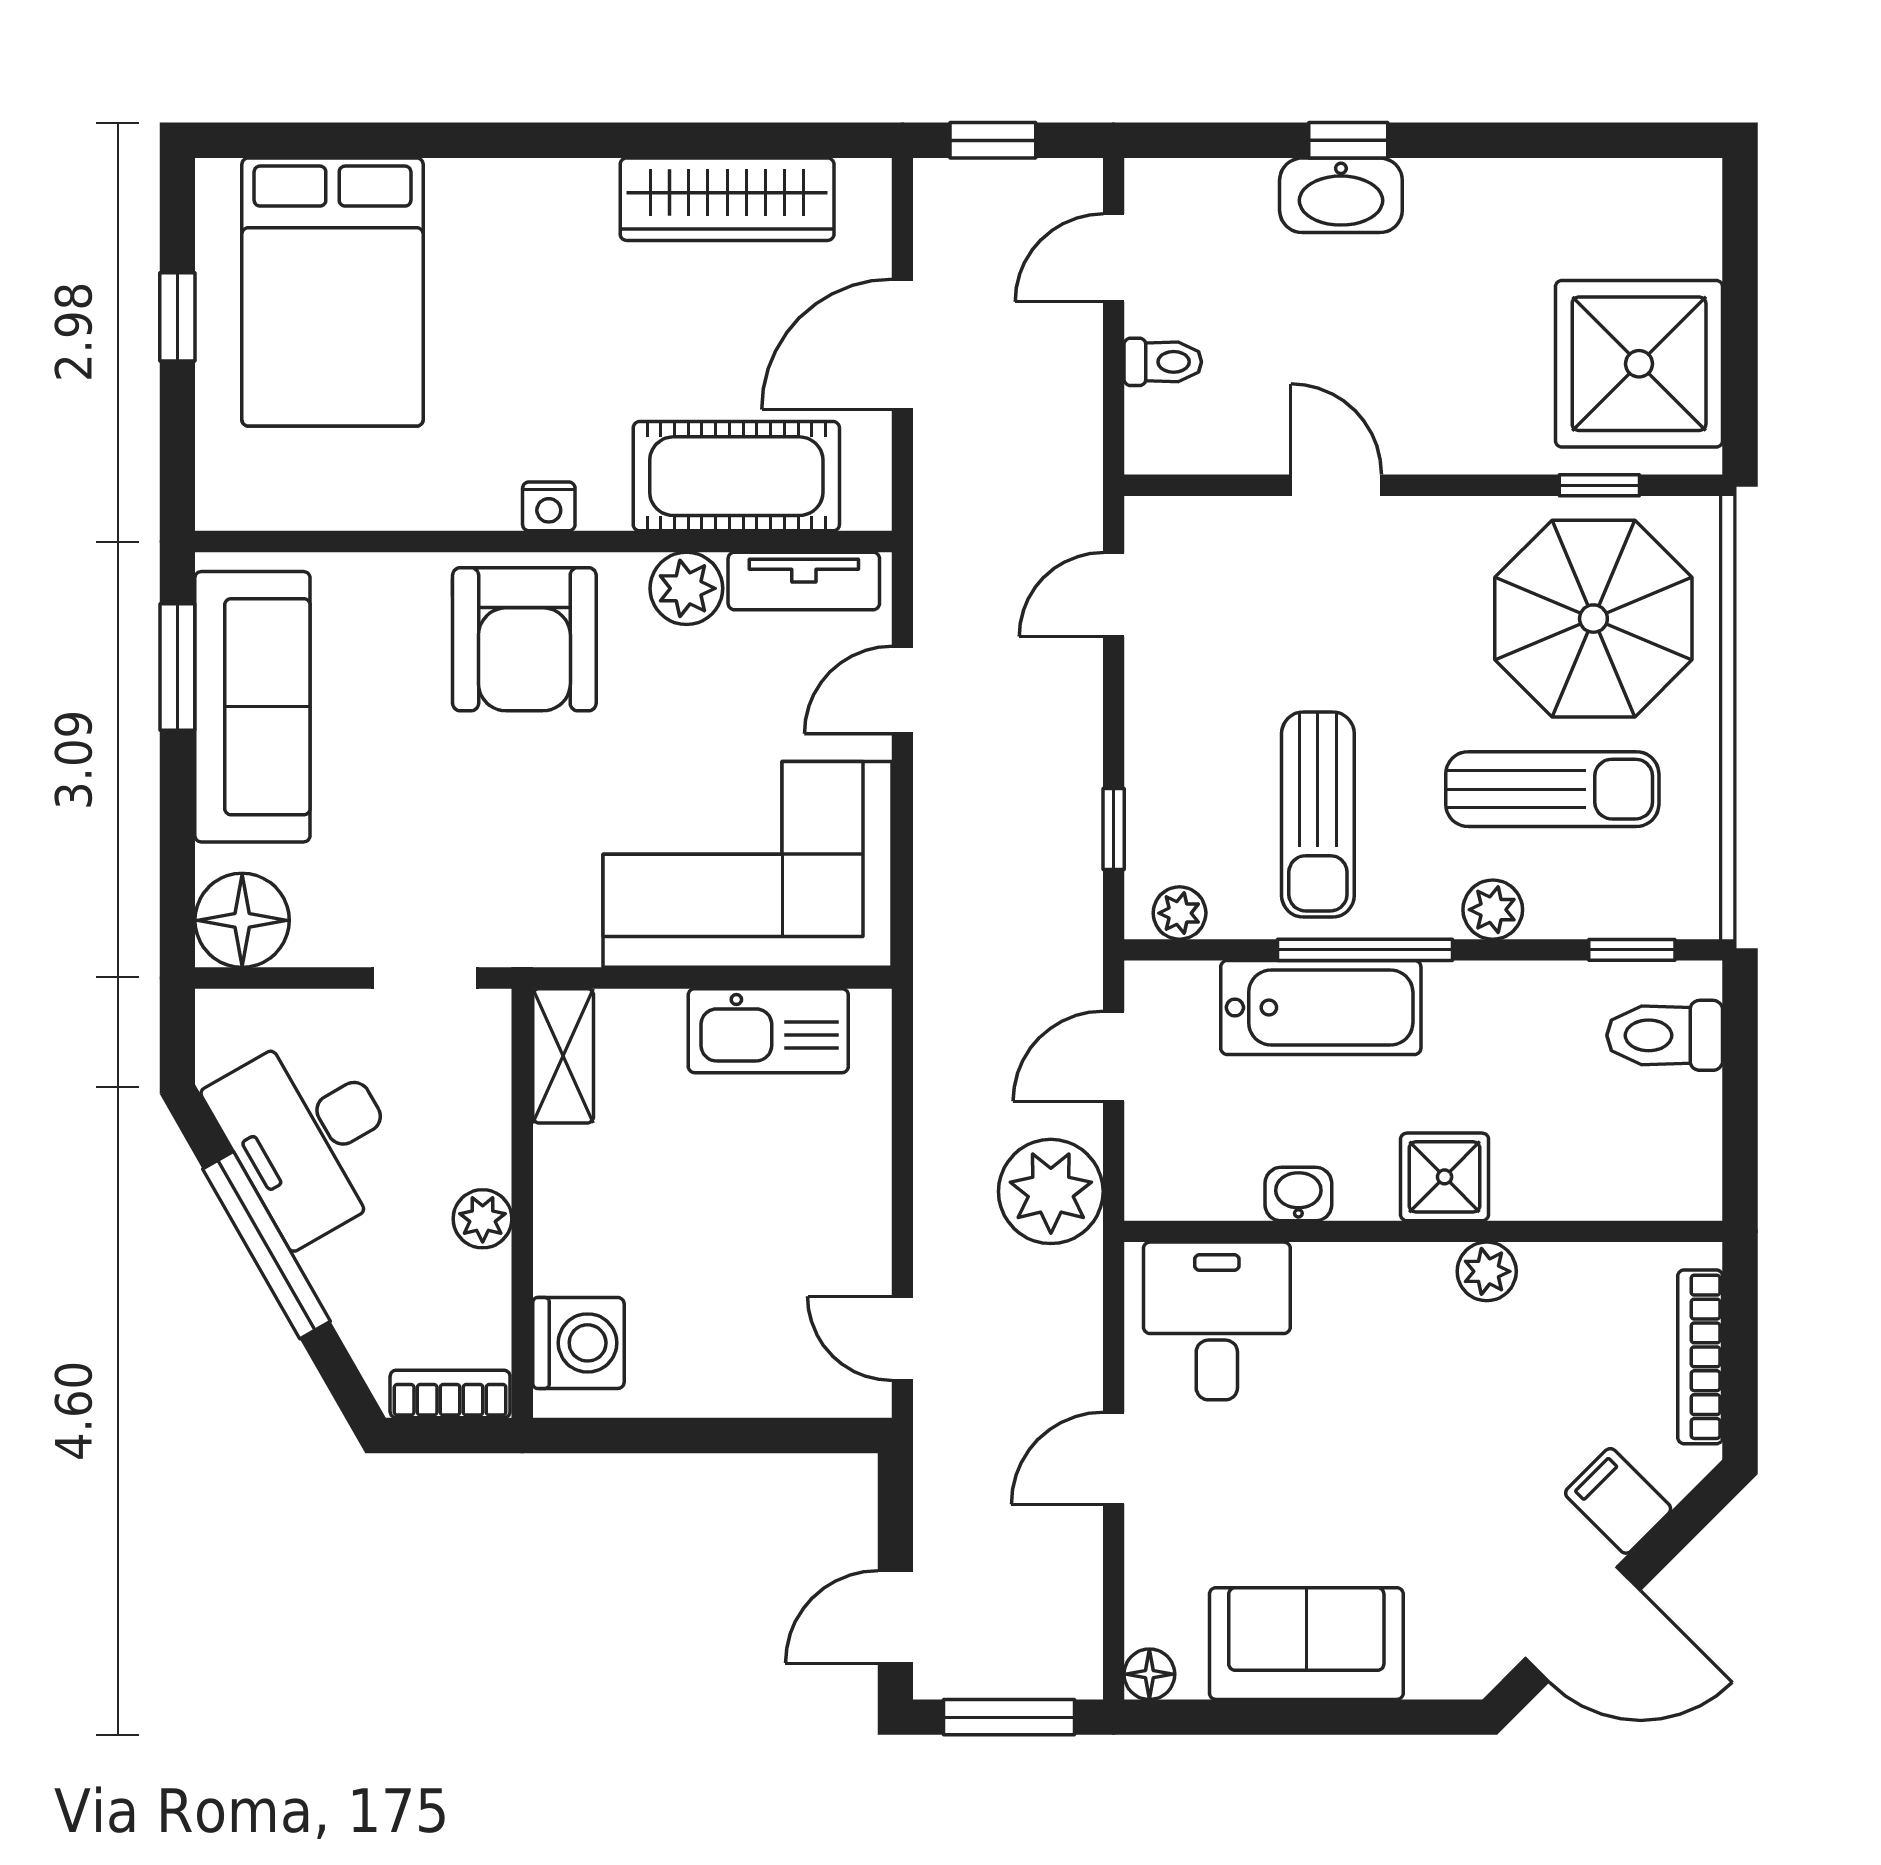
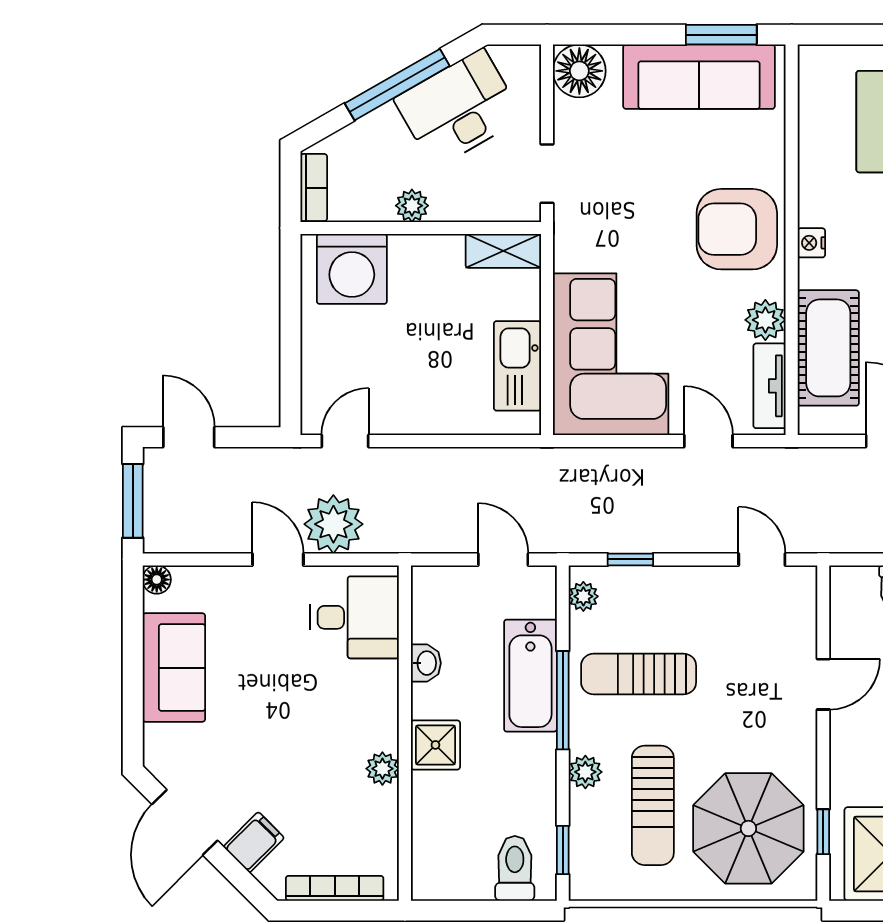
plant: (1051, 1191) -> (333, 524), moved
washing machine: (578, 1343) -> (352, 269), width x1.37, depth x1.37

